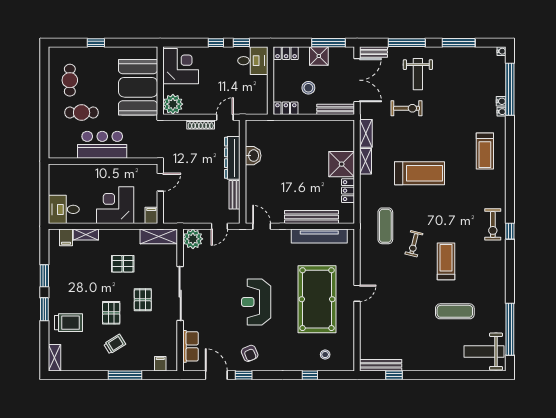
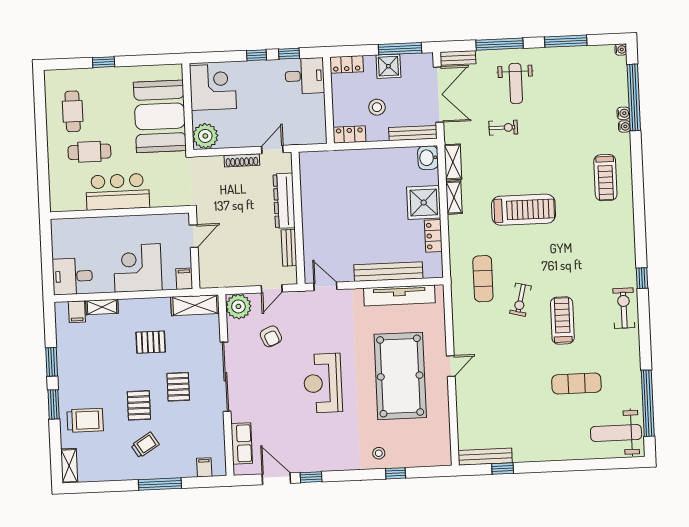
exercise bike: (407, 108) -> (503, 128), width x0.73, depth x0.72
washbasin: (253, 156) -> (428, 158), moved, turned 180
exercise bike: (493, 224) -> (624, 308), moved, turned 180
armchair: (250, 353) -> (271, 336), moved
stool: (325, 355) -> (379, 453), moved

